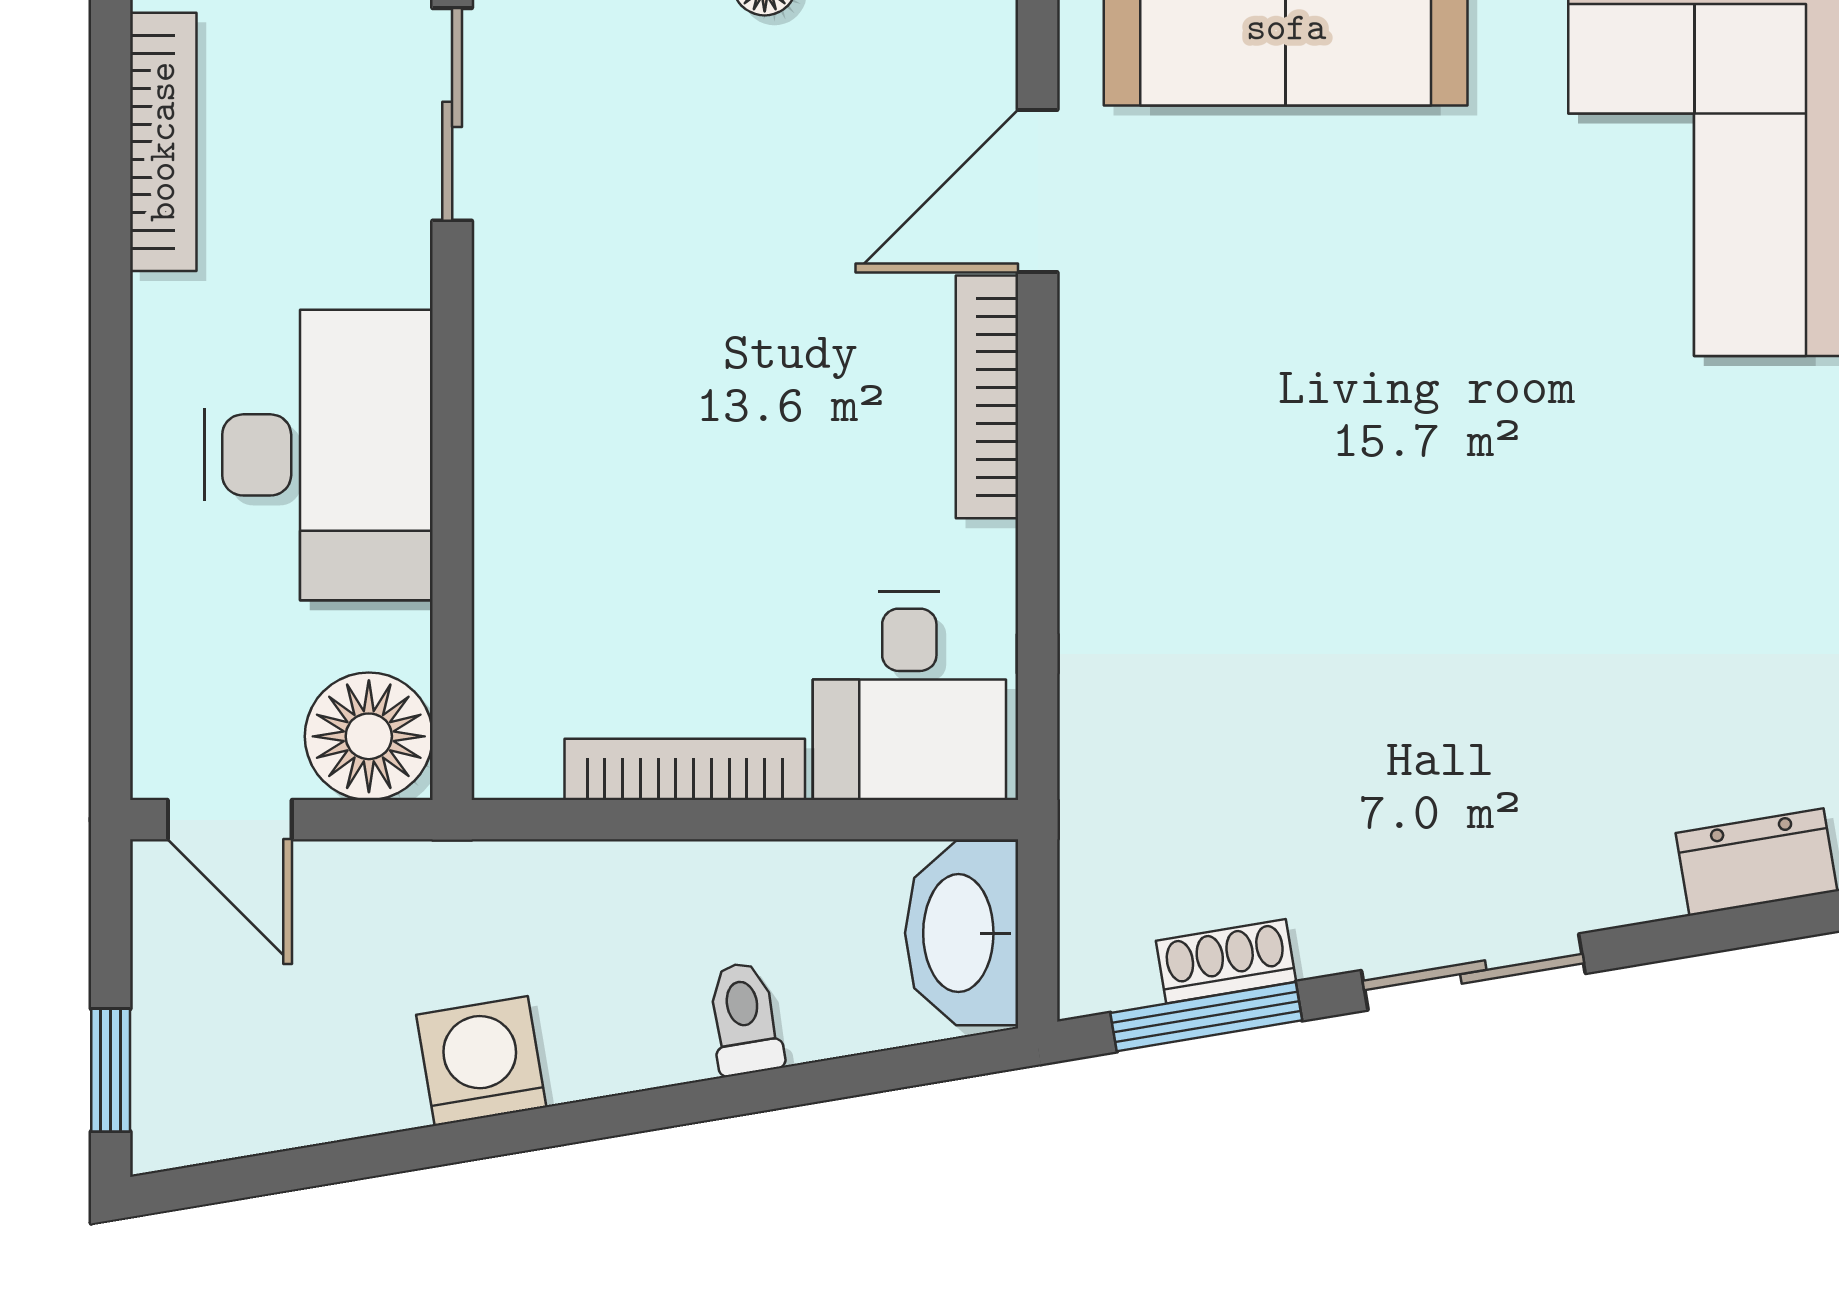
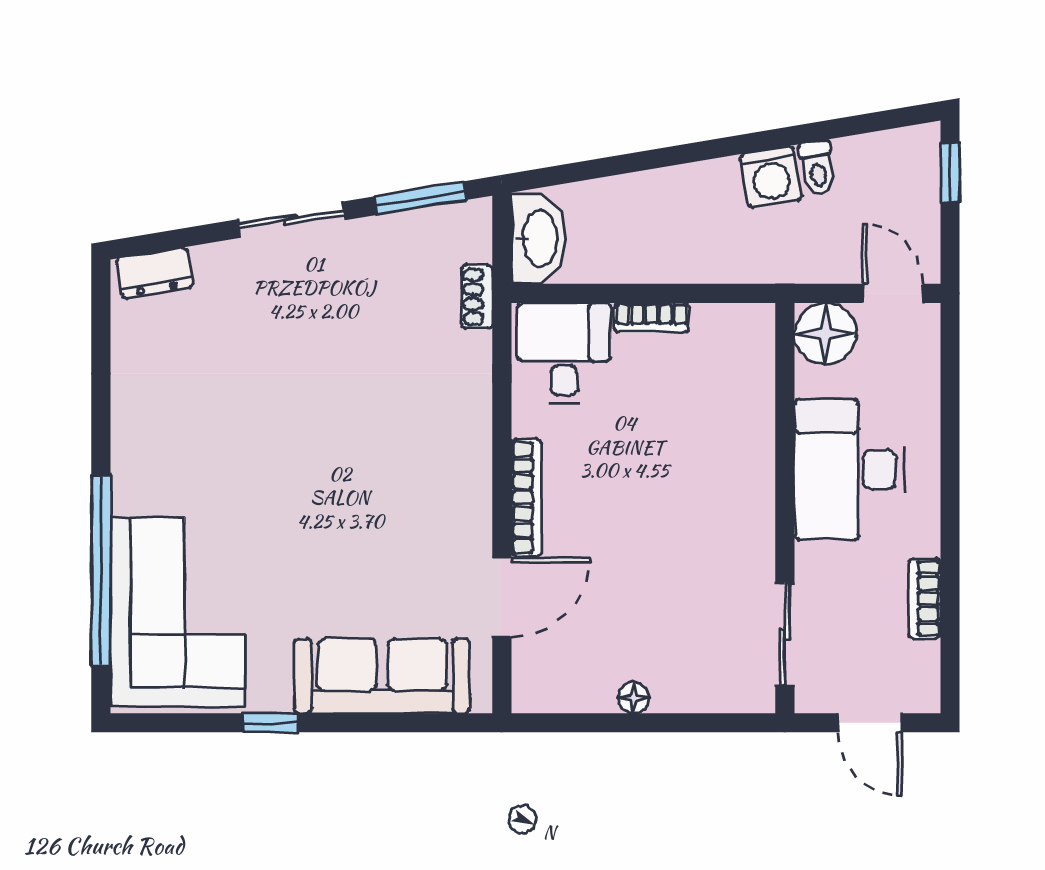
bookcase: (163, 142) -> (925, 599), width x0.64
bookcase: (685, 769) -> (652, 318), width x0.64
shoe rack: (1226, 961) -> (477, 297), moved, turned 100
toilet: (744, 1019) -> (817, 168), moved

